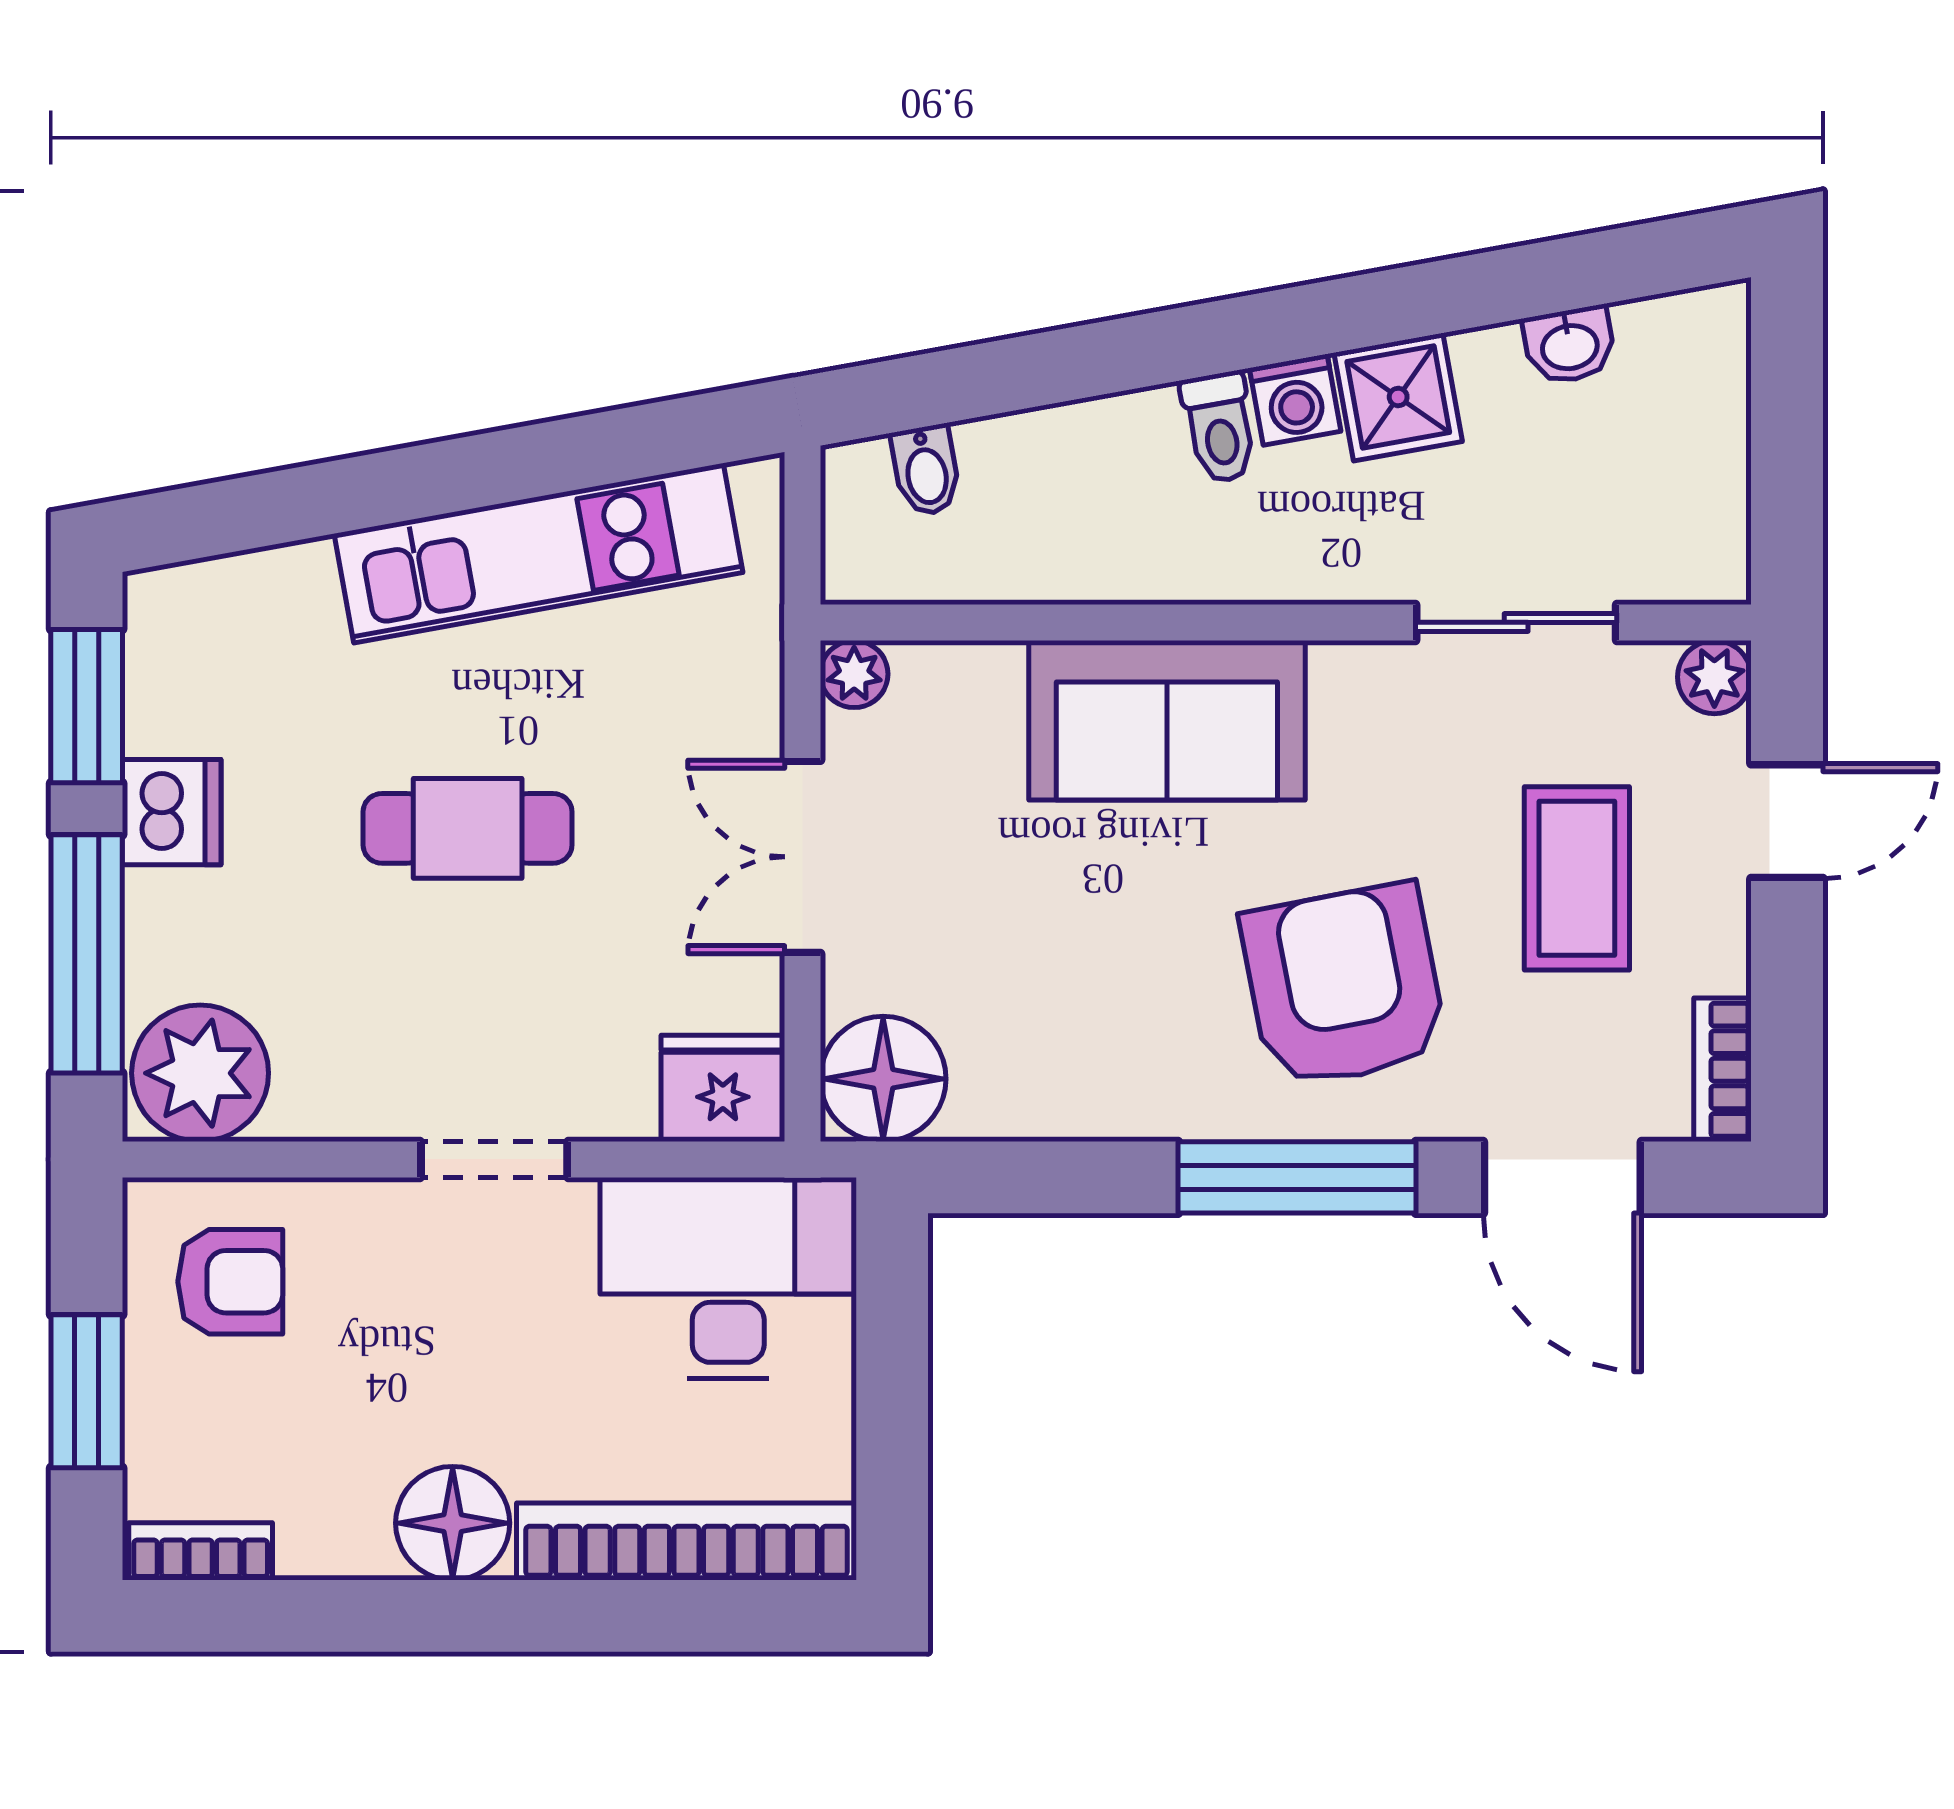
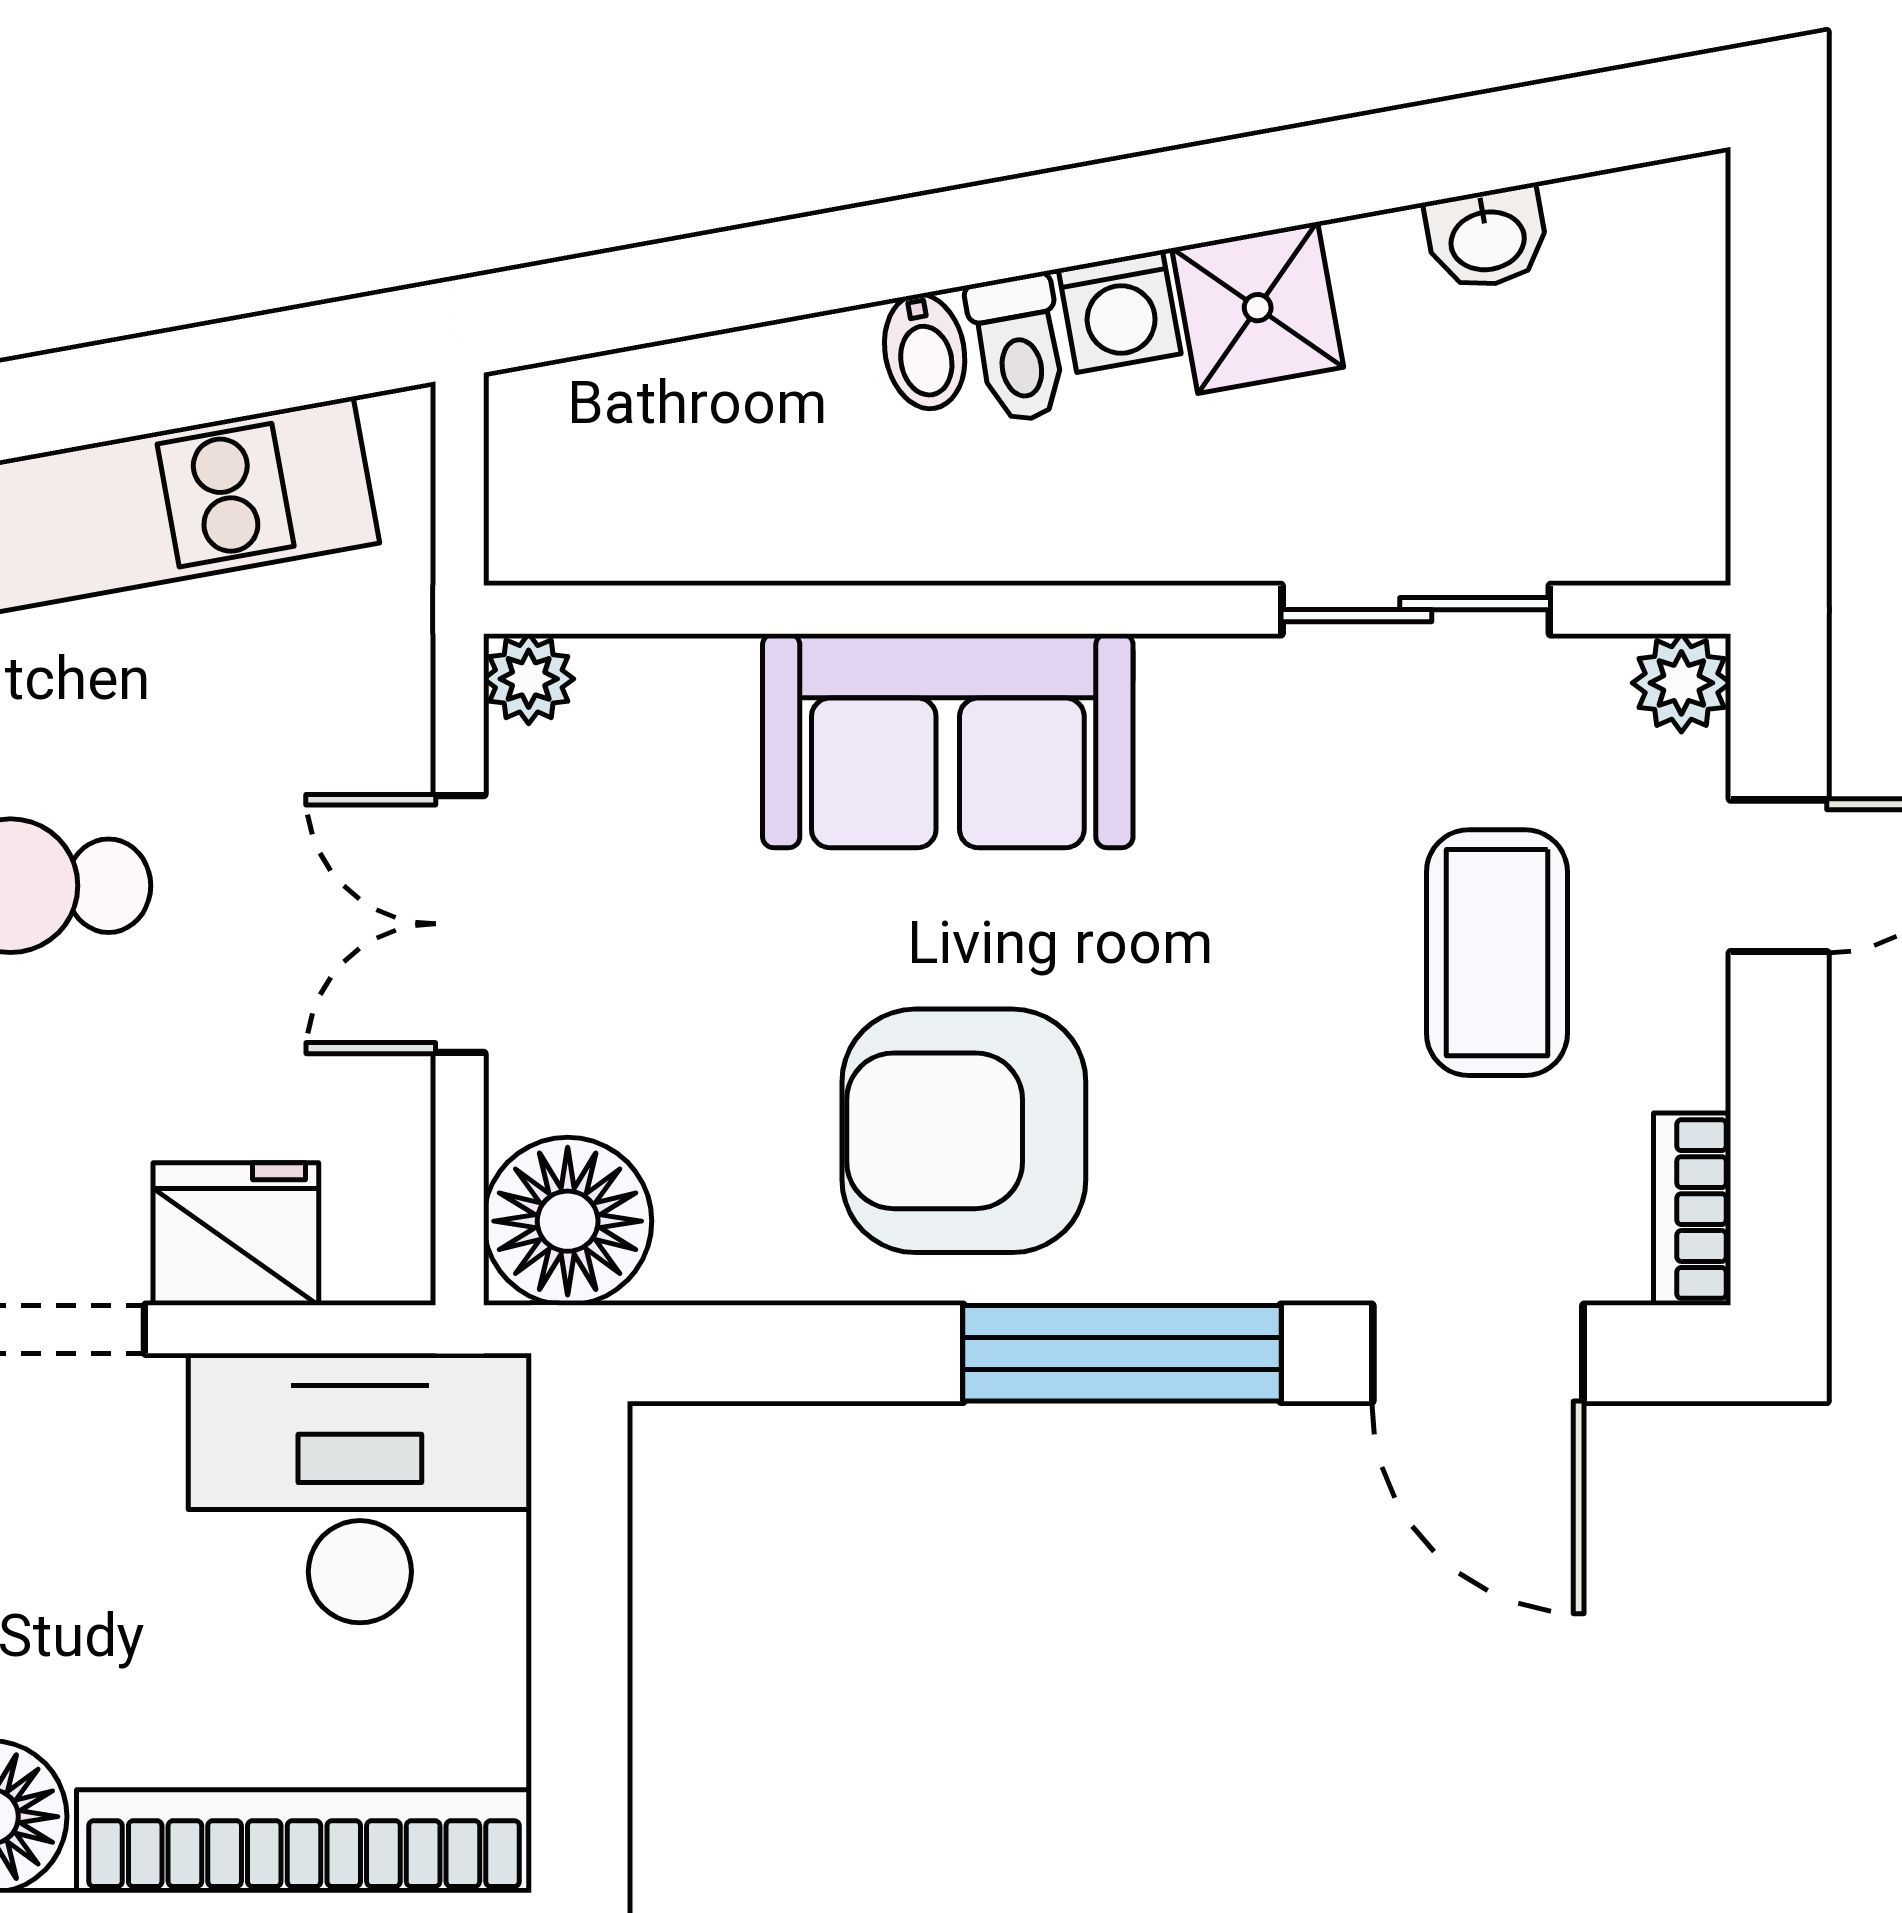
bidet: (926, 470) -> (925, 352), moved
armchair: (1344, 986) -> (964, 1131), moved, turned -79
fridge: (723, 1088) -> (236, 1234), moved

